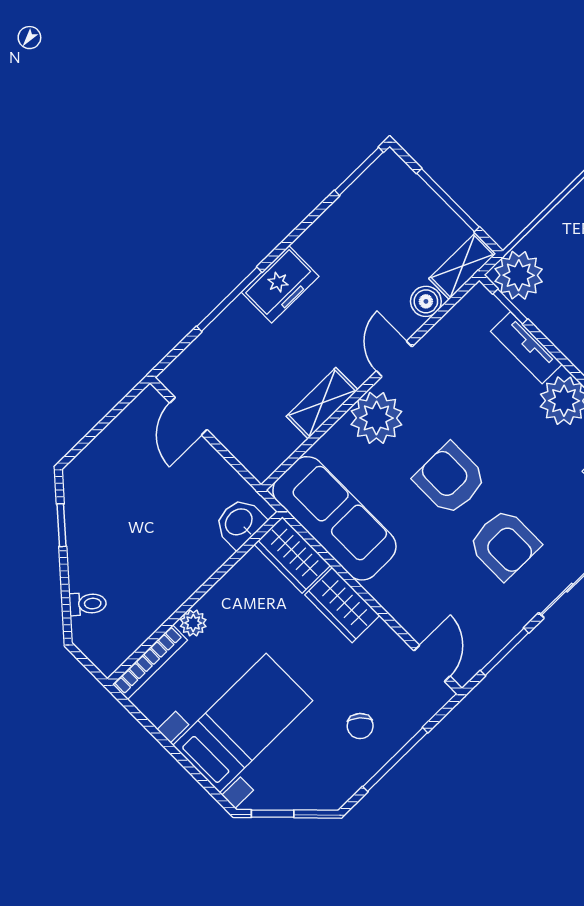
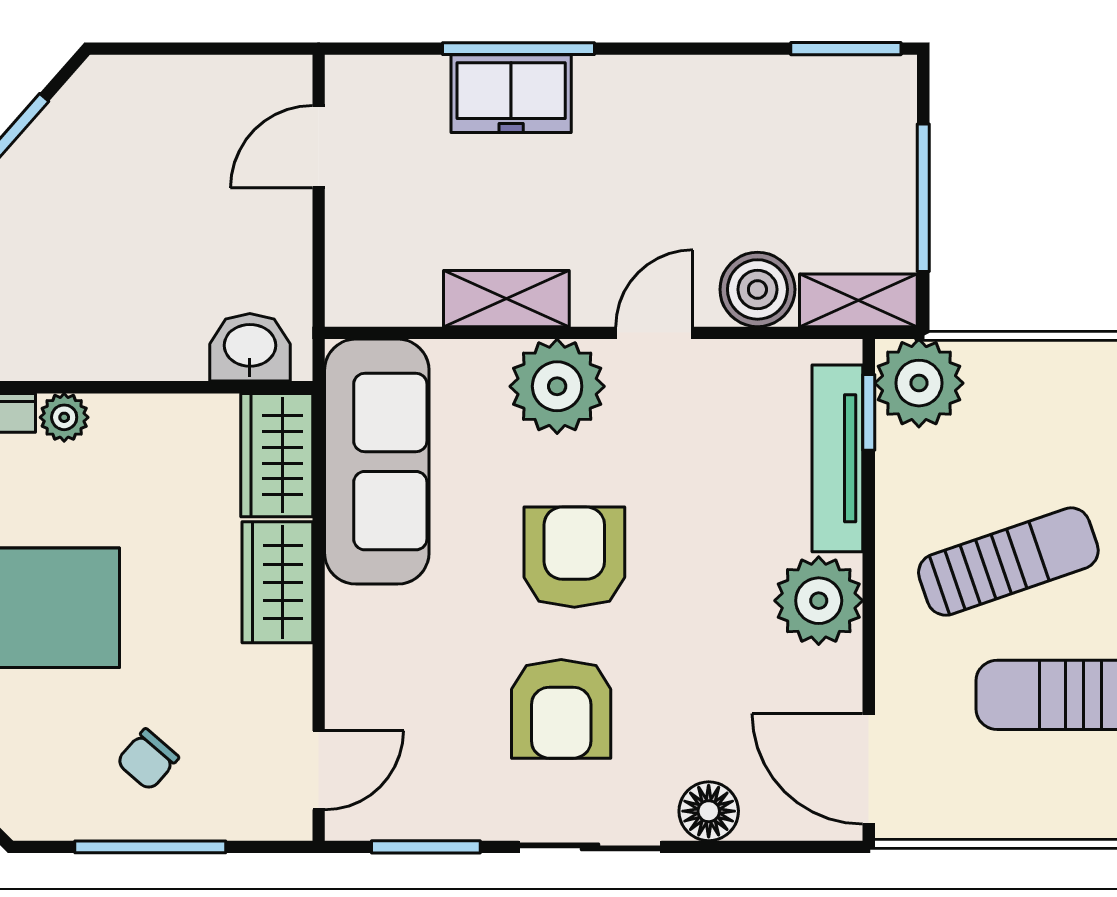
freezer: (280, 284) -> (511, 94), moved
boiler: (426, 301) -> (757, 289), width x1.36, depth x1.36
tv unit: (526, 348) -> (837, 458), width x1.41

